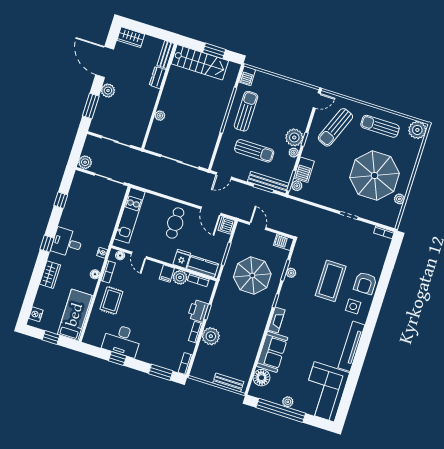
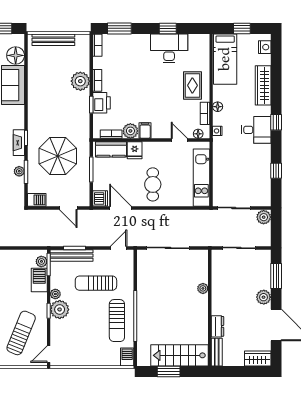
wardrobe: (50, 275) -> (263, 85), width x1.50
fireplace: (276, 320) -> (19, 143), moved
bench: (228, 383) -> (53, 40), width x1.36

